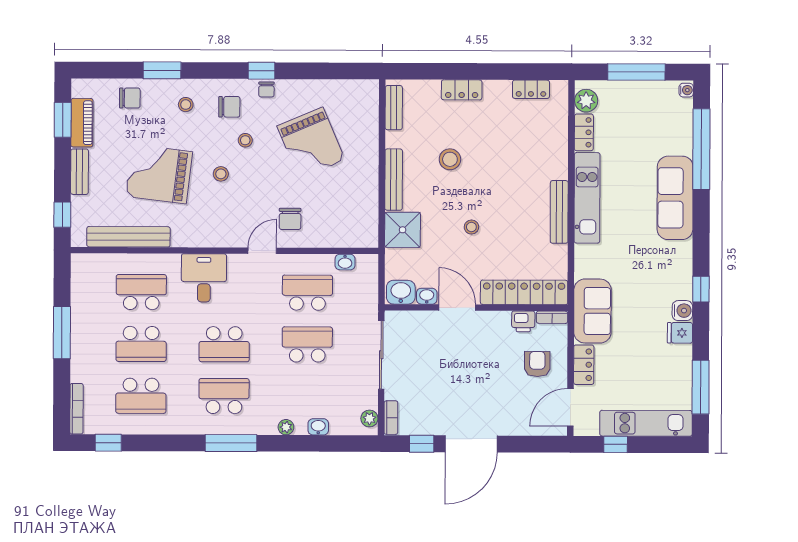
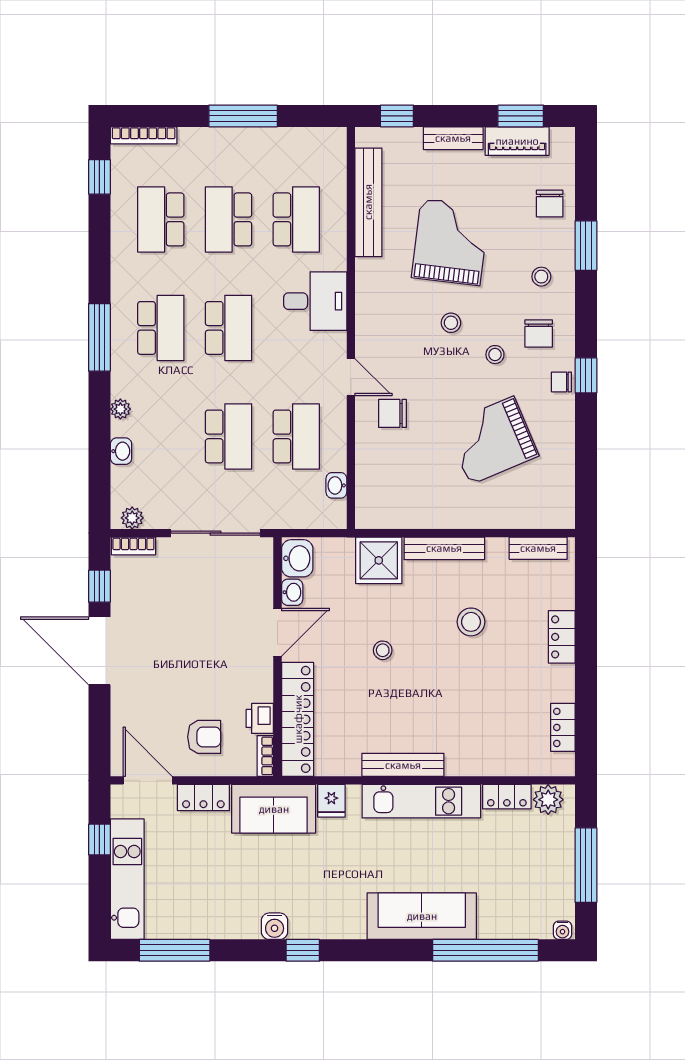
fridge: (680, 333) -> (331, 801), moved, turned 180
school desk: (224, 344) -> (229, 328), turned 180

